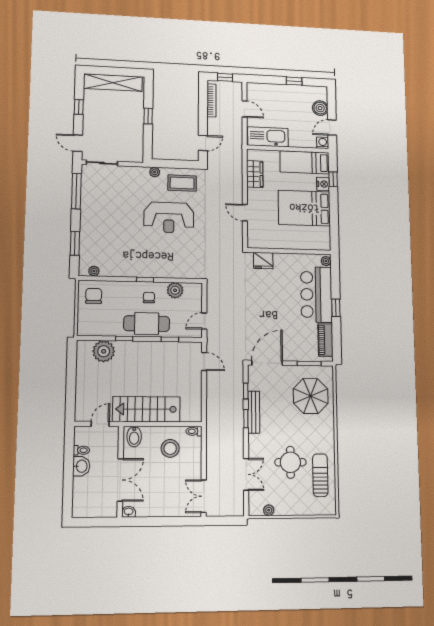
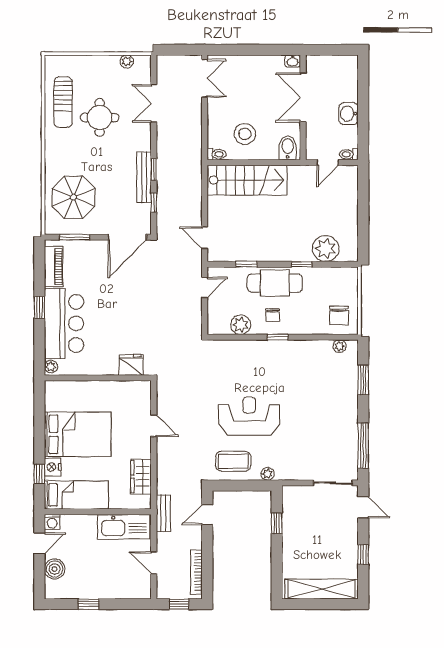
window: (148, 116) -> (277, 523), moved
bench: (237, 145) -> (163, 513), added
stairs: (146, 409) -> (247, 180), moved
toilet: (81, 450) -> (349, 154), moved

